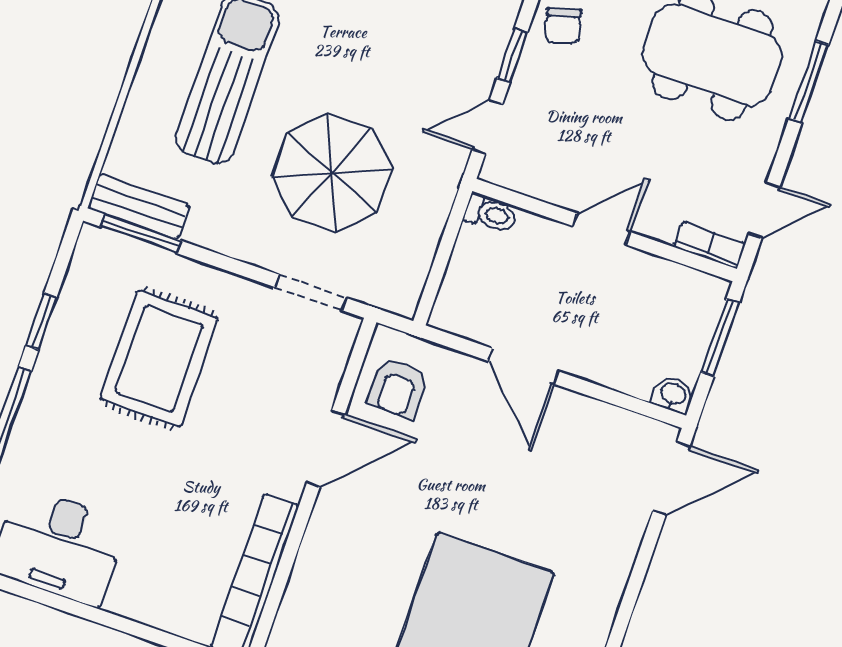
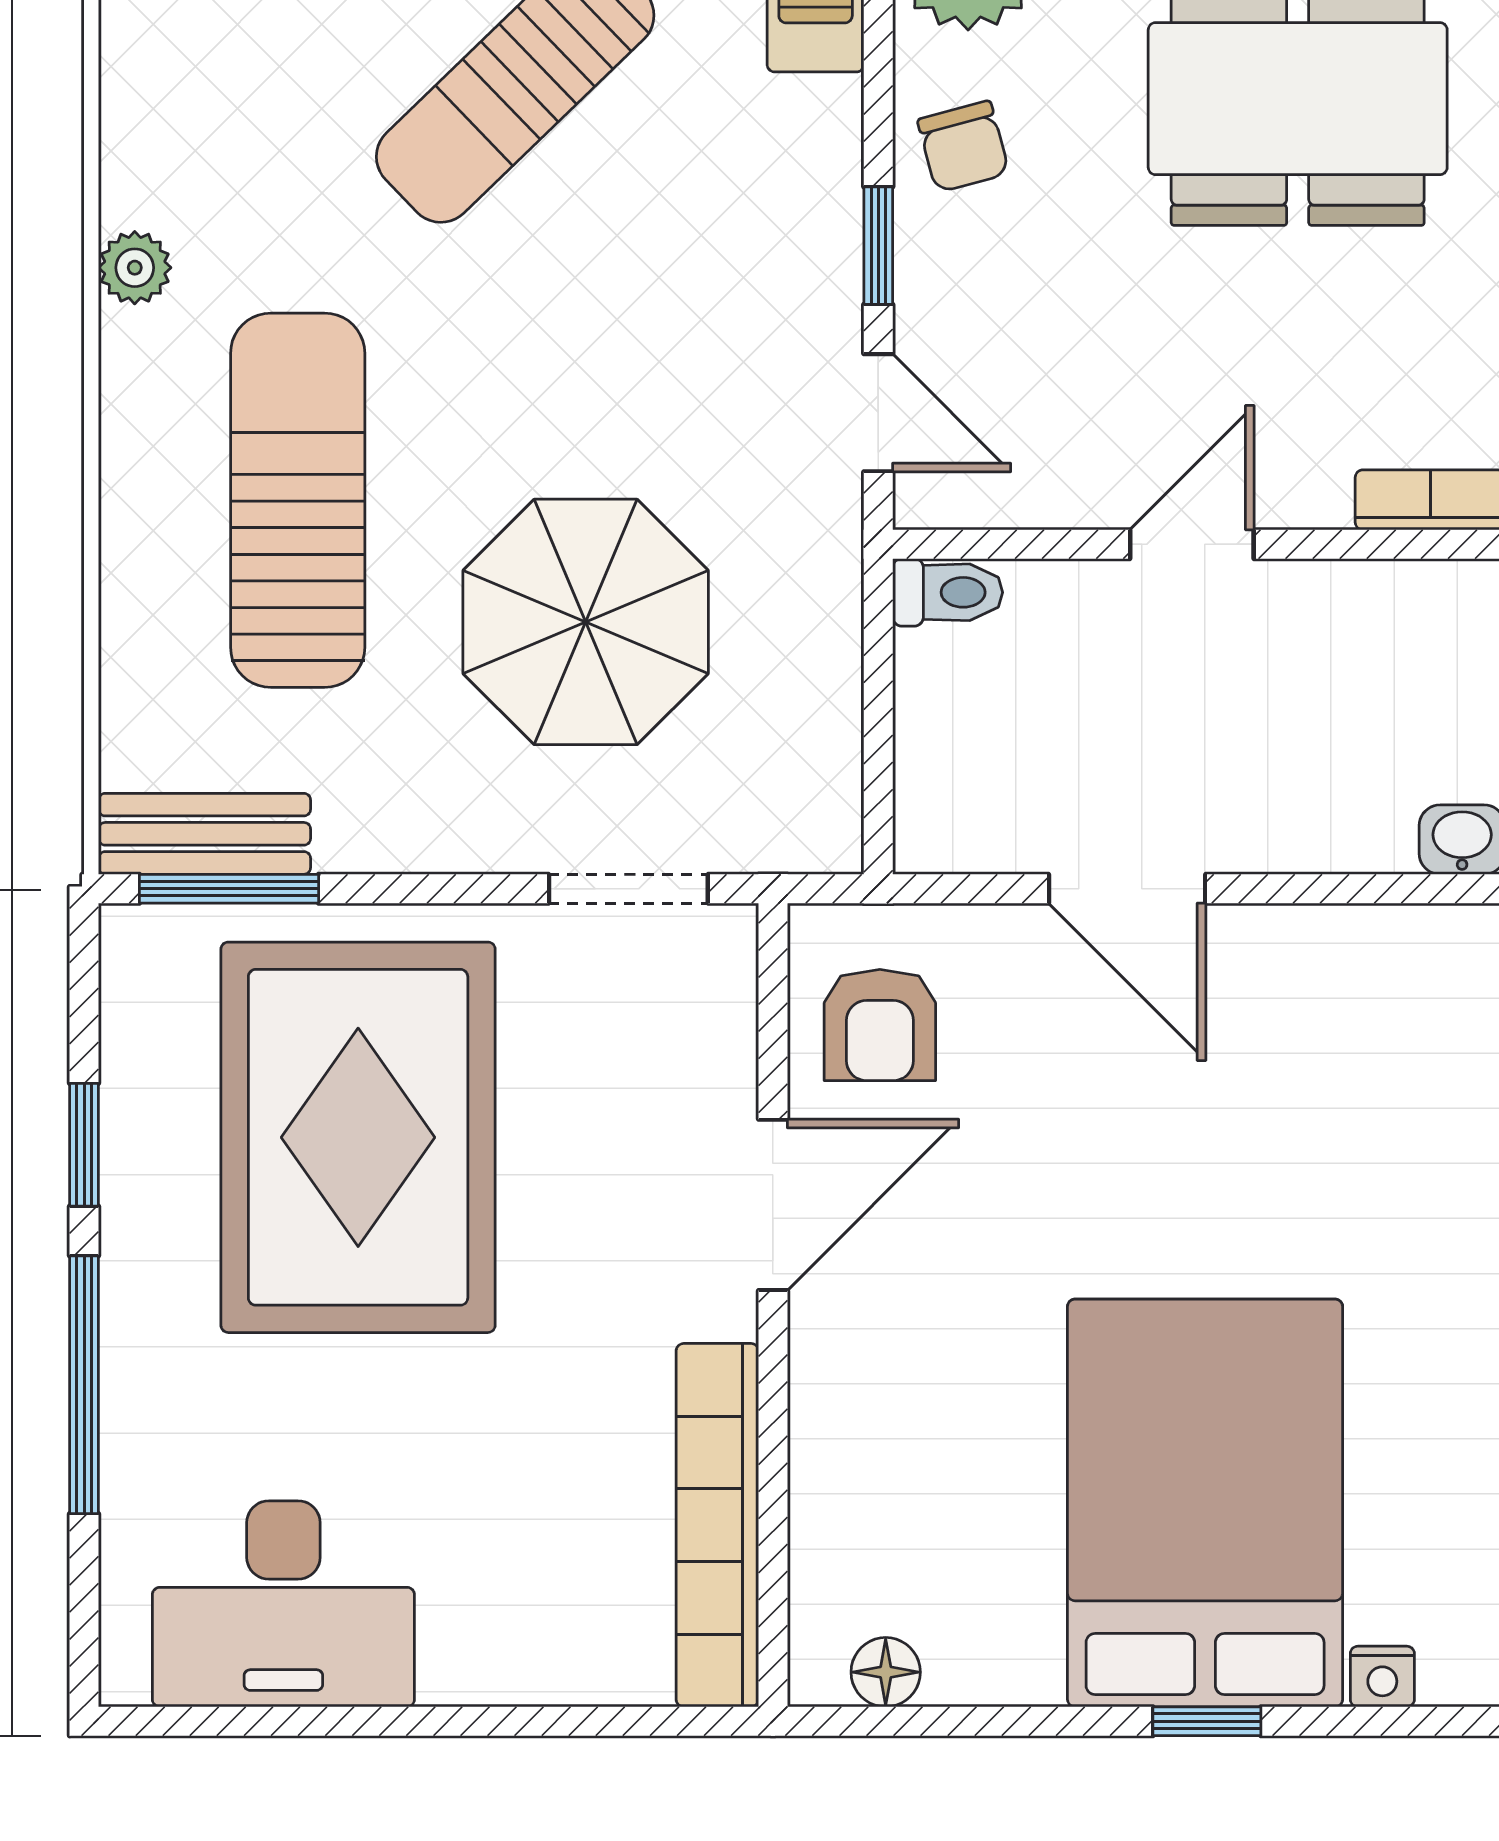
door: (487, 127) -> (878, 413), swing flipped
rug: (159, 359) -> (358, 1137), width x1.37, depth x1.44

